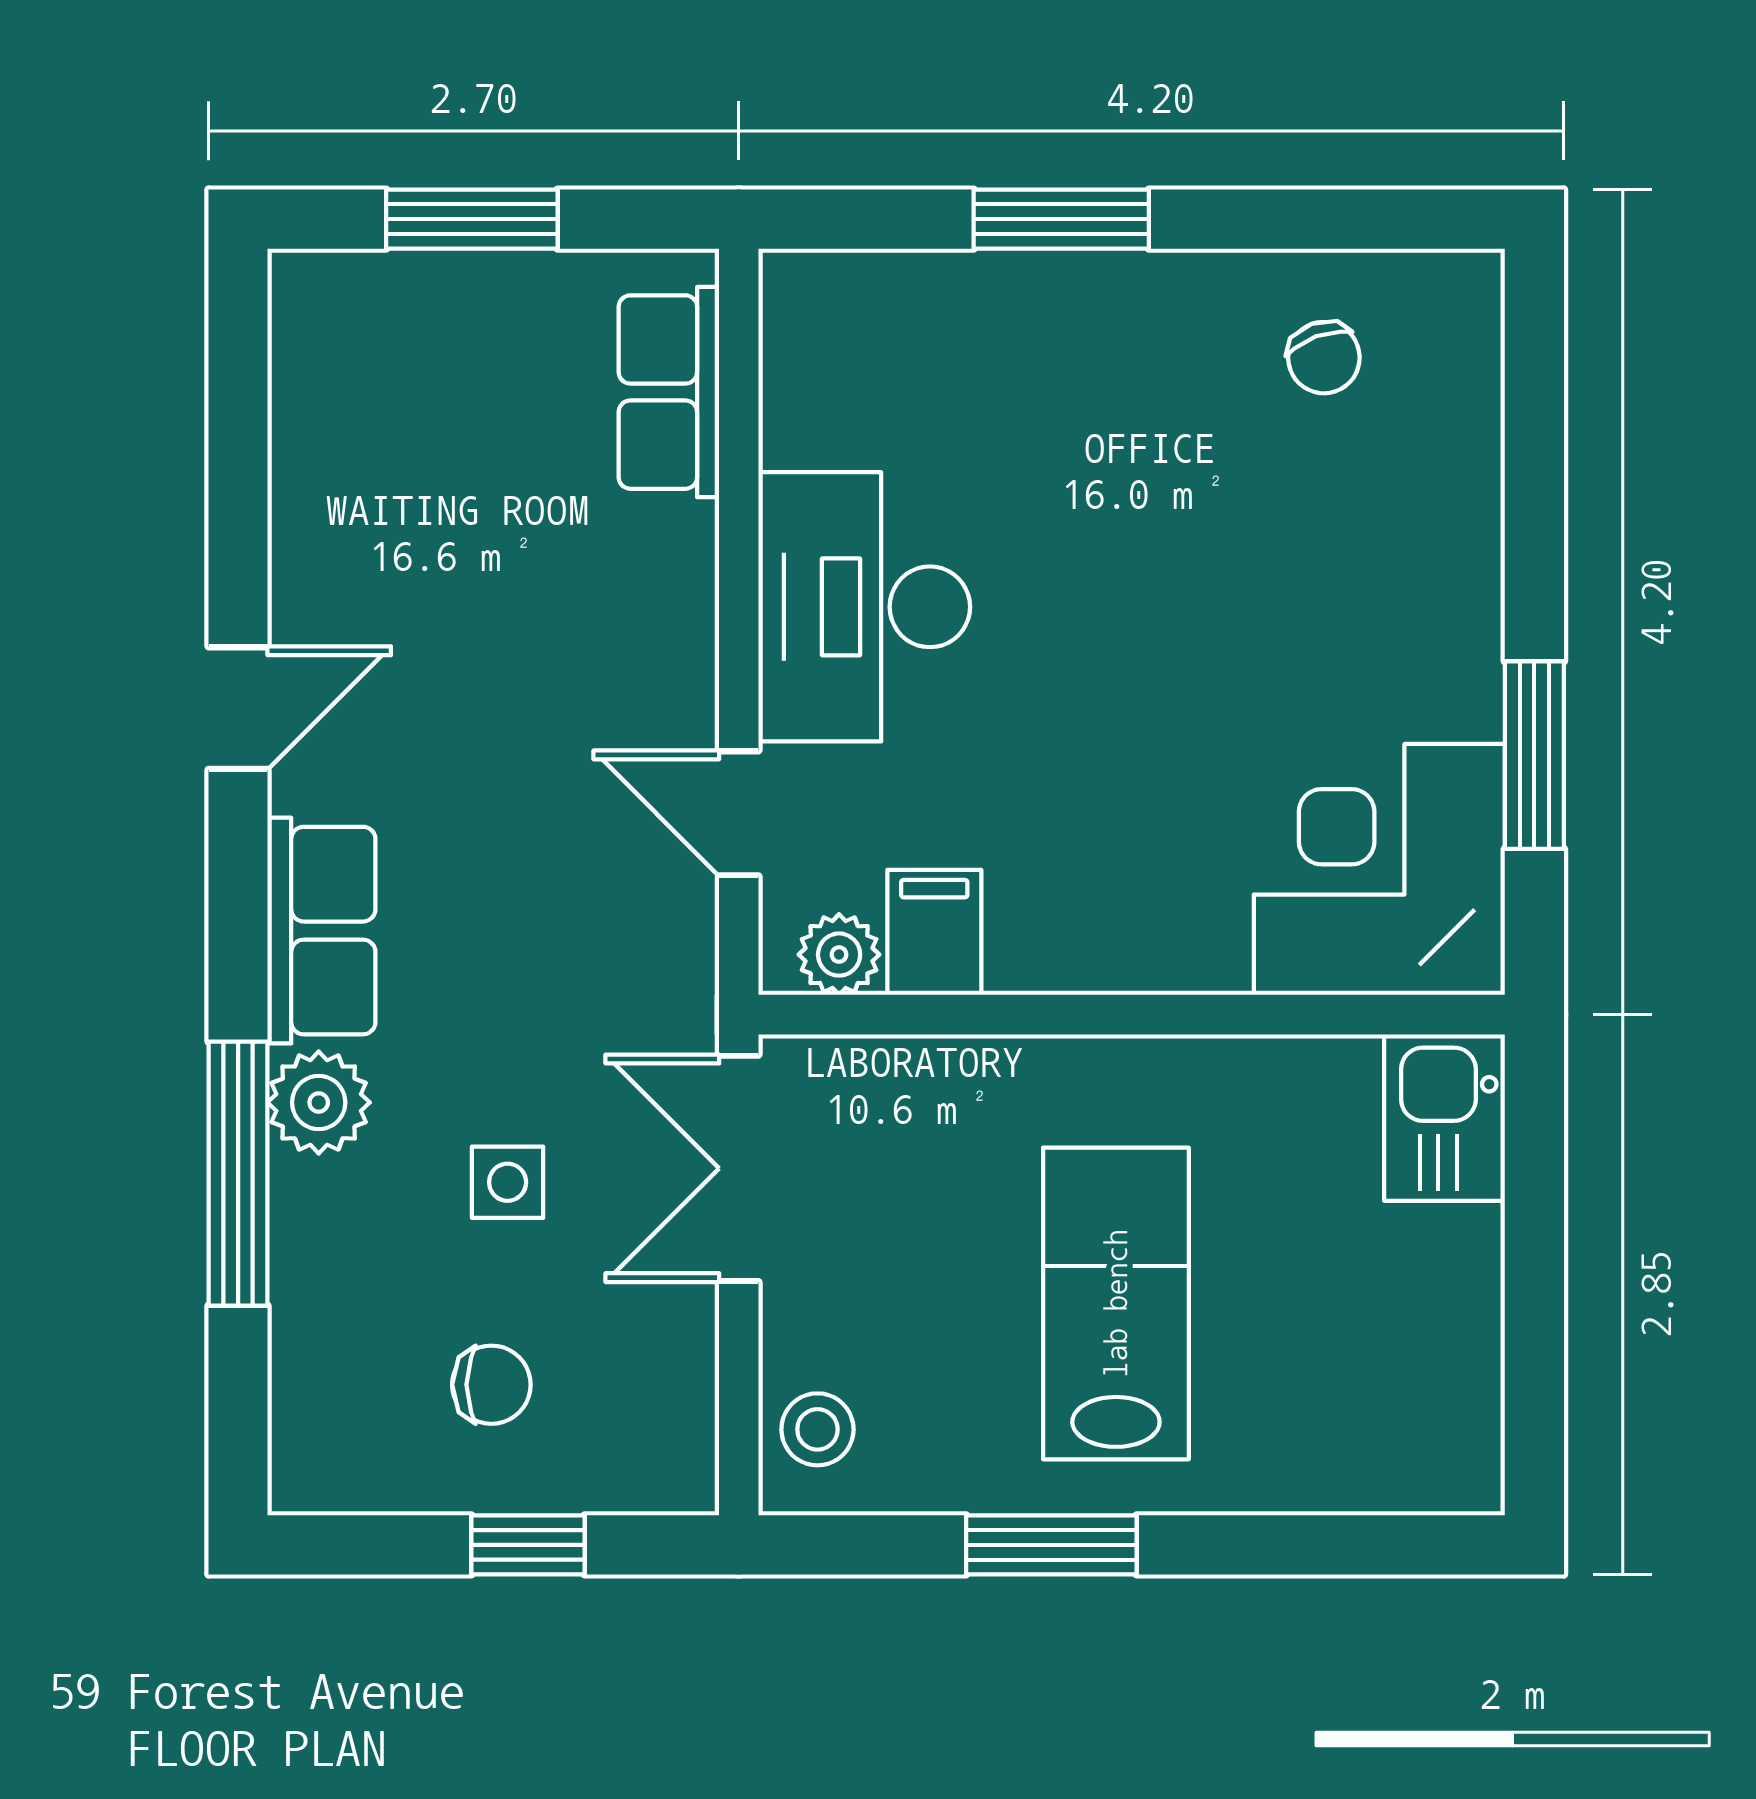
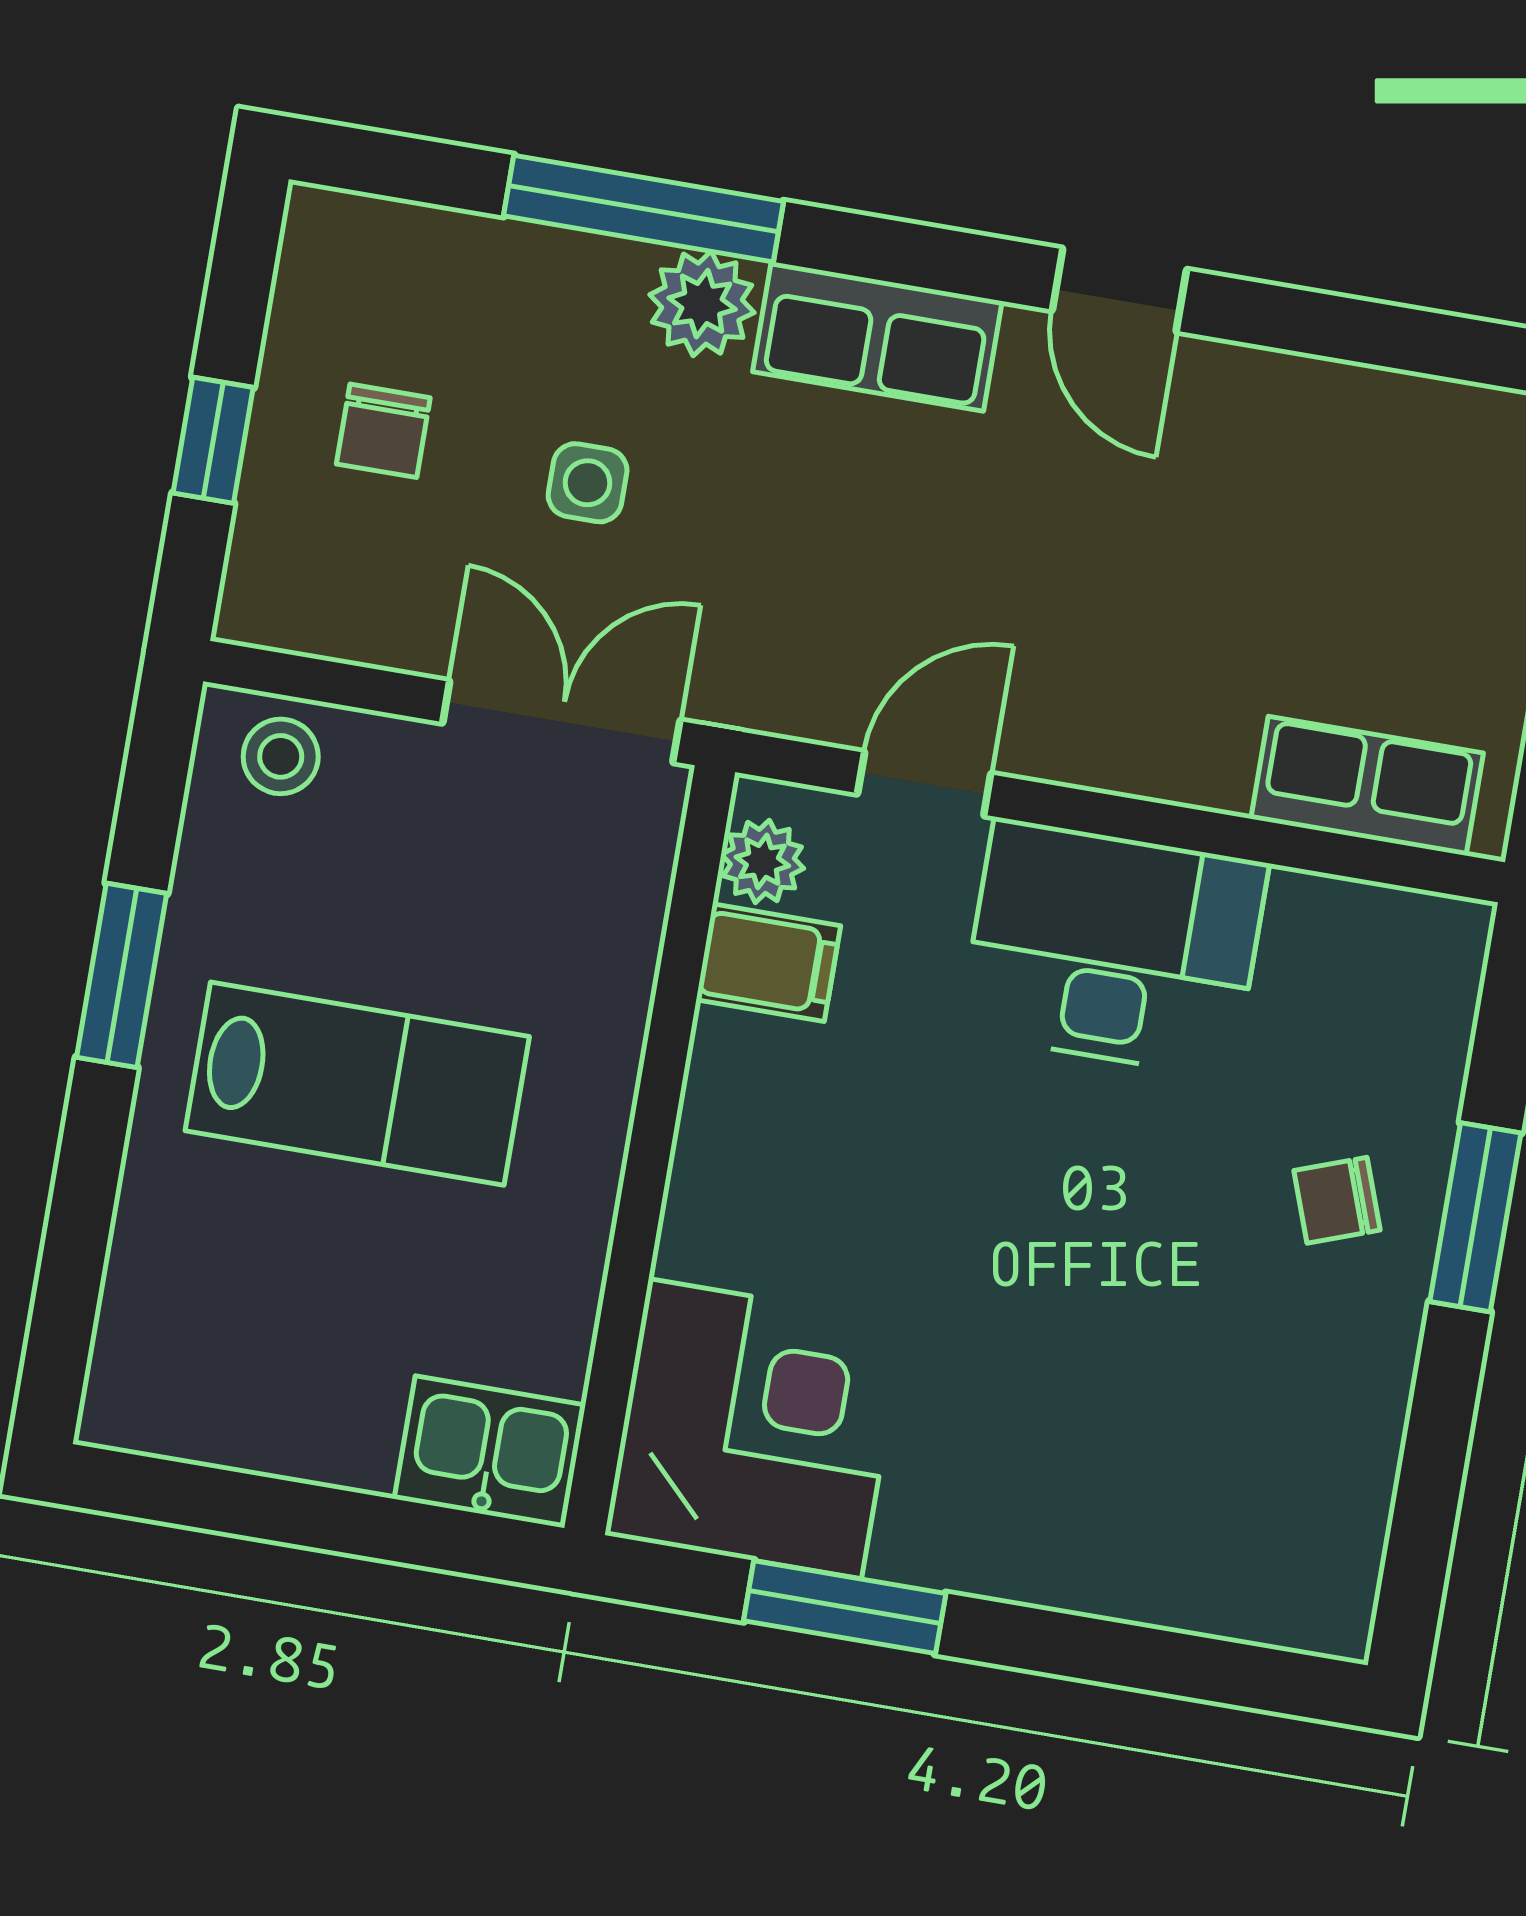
chair: (1324, 358) -> (1337, 1200), moved

